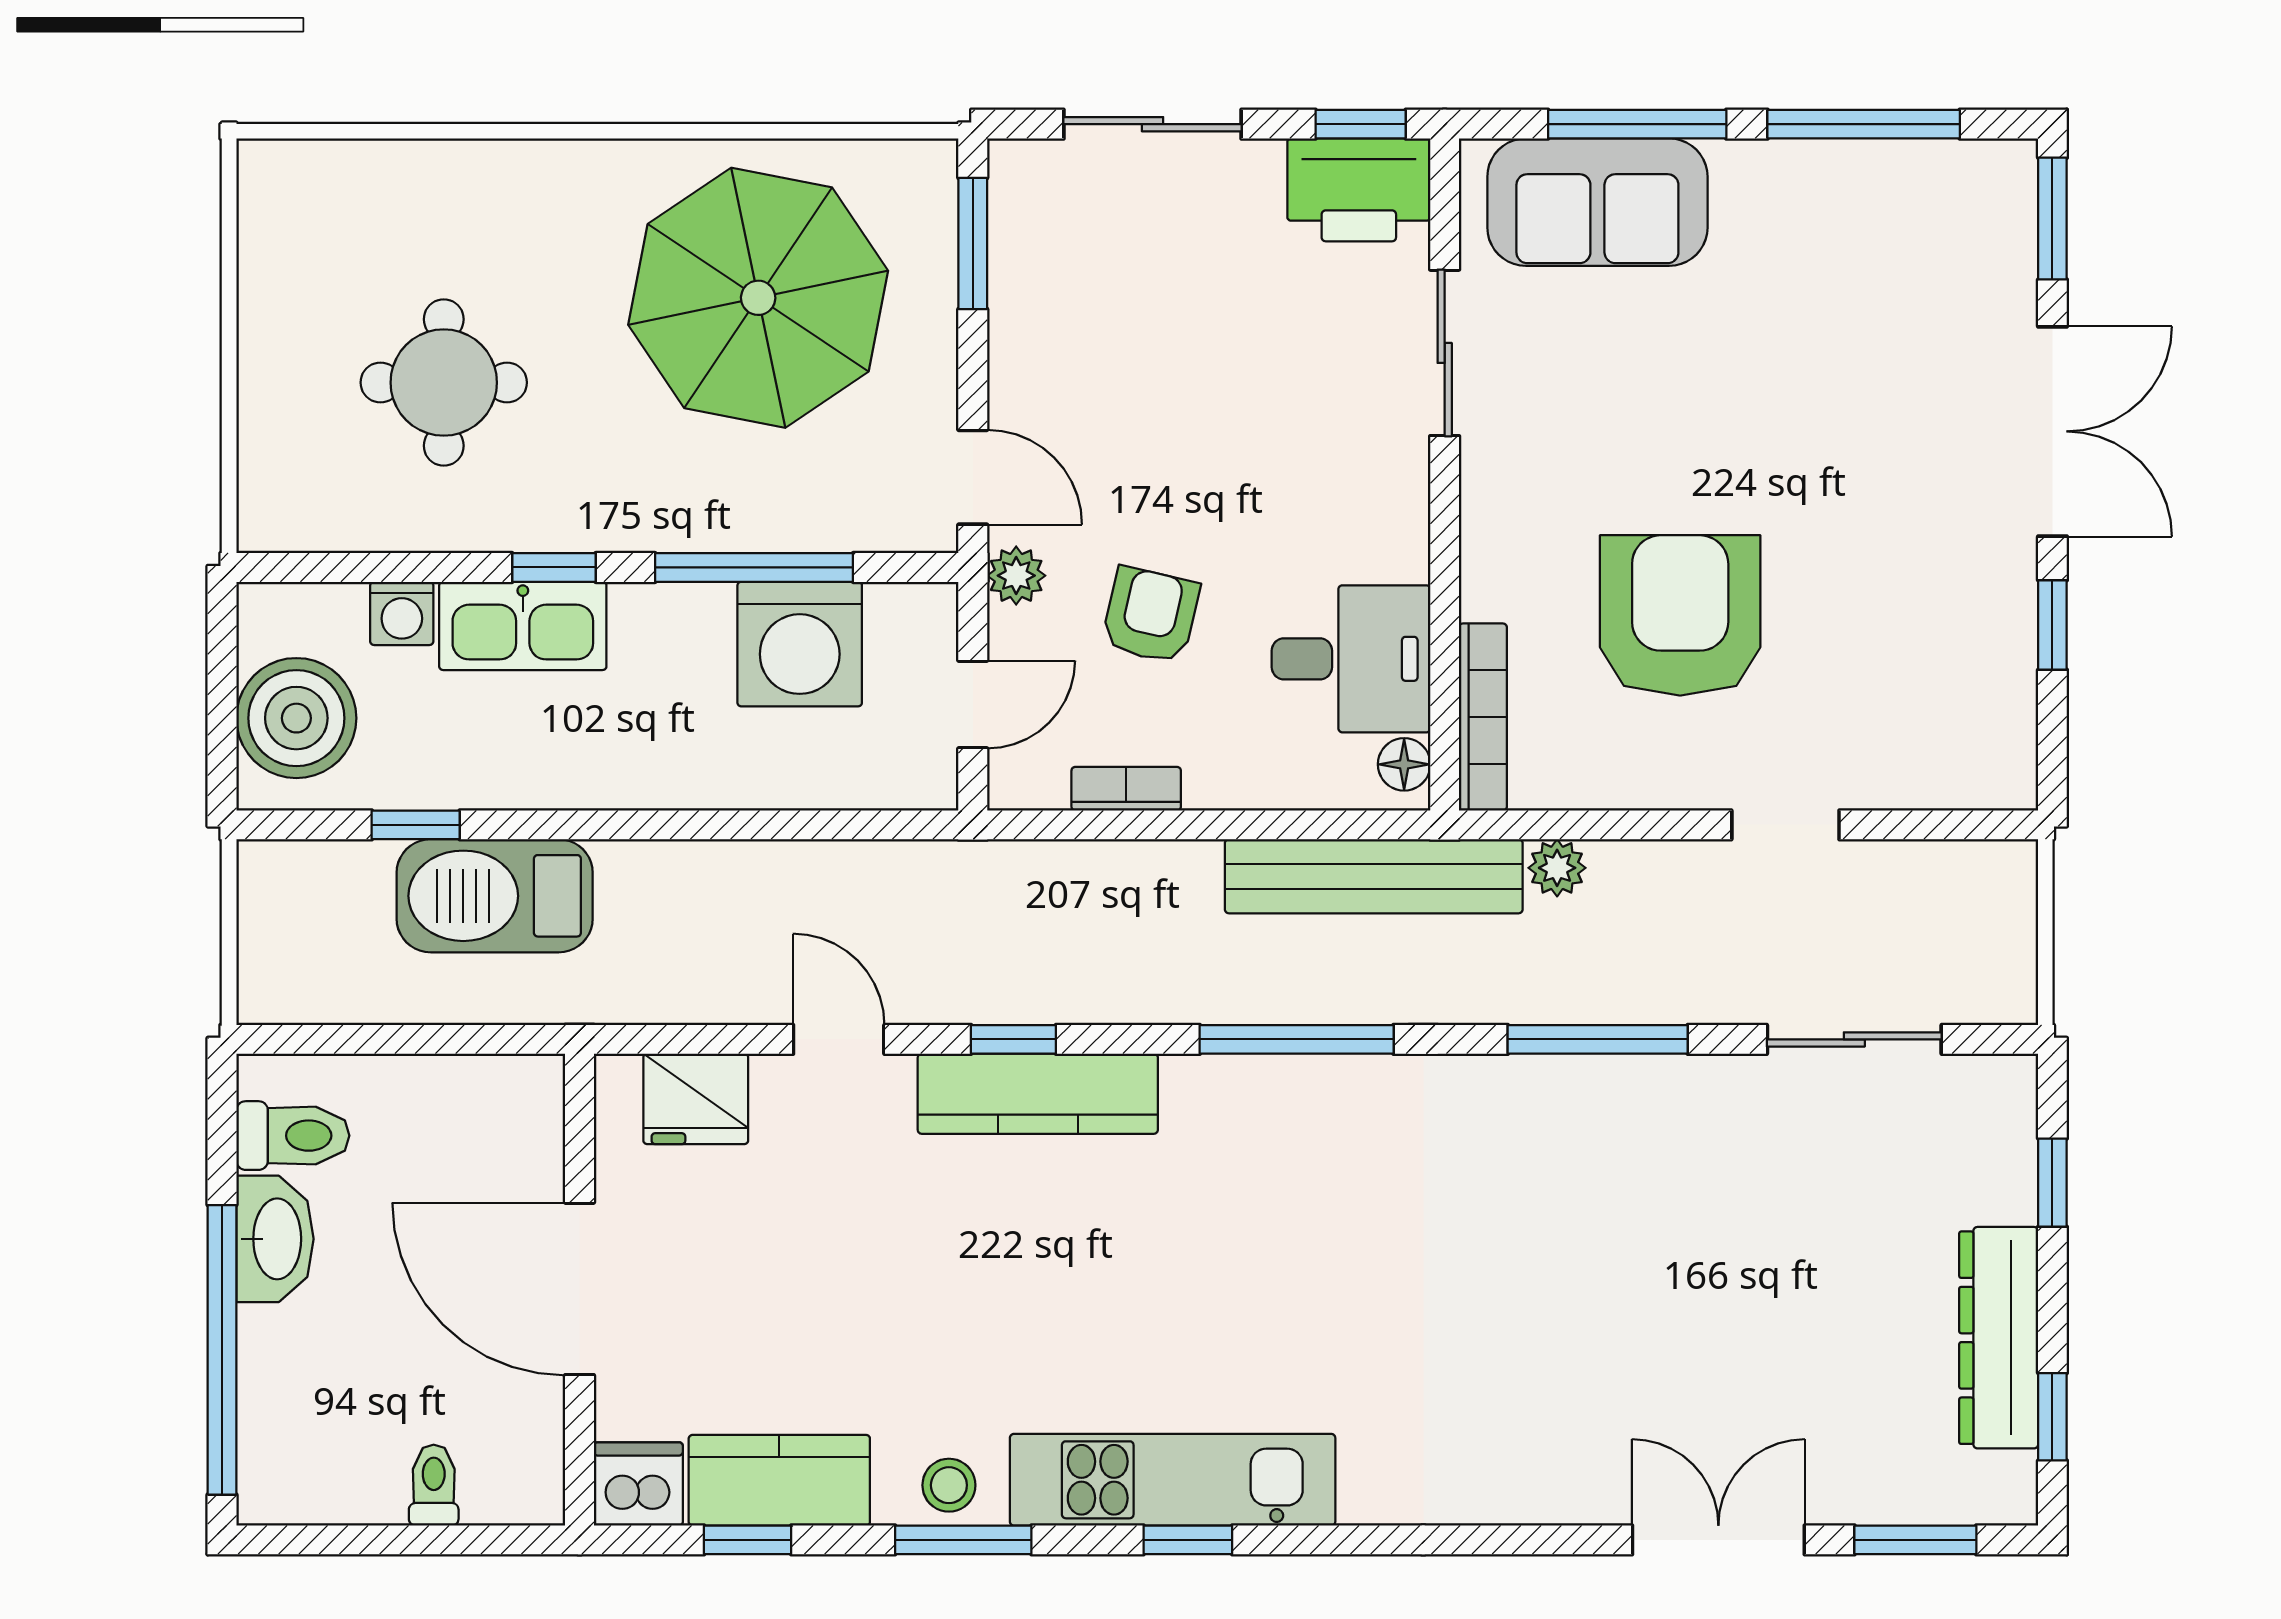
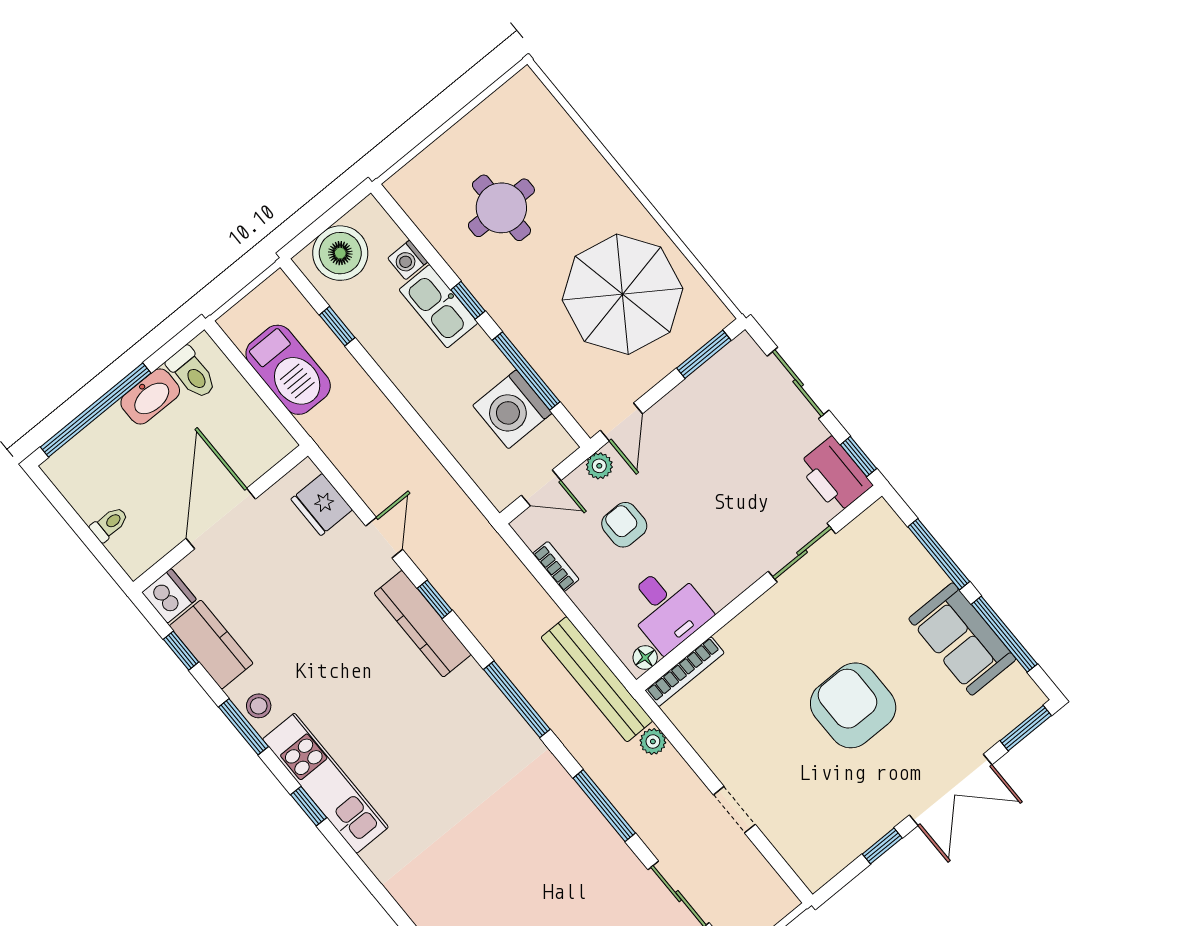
sofa: (1597, 202) -> (962, 639), moved
armchair: (1151, 615) -> (624, 525), turned -103
armchair: (1680, 615) -> (853, 705), moved, turned -90
barbecue: (495, 896) -> (288, 370), moved, turned 180

